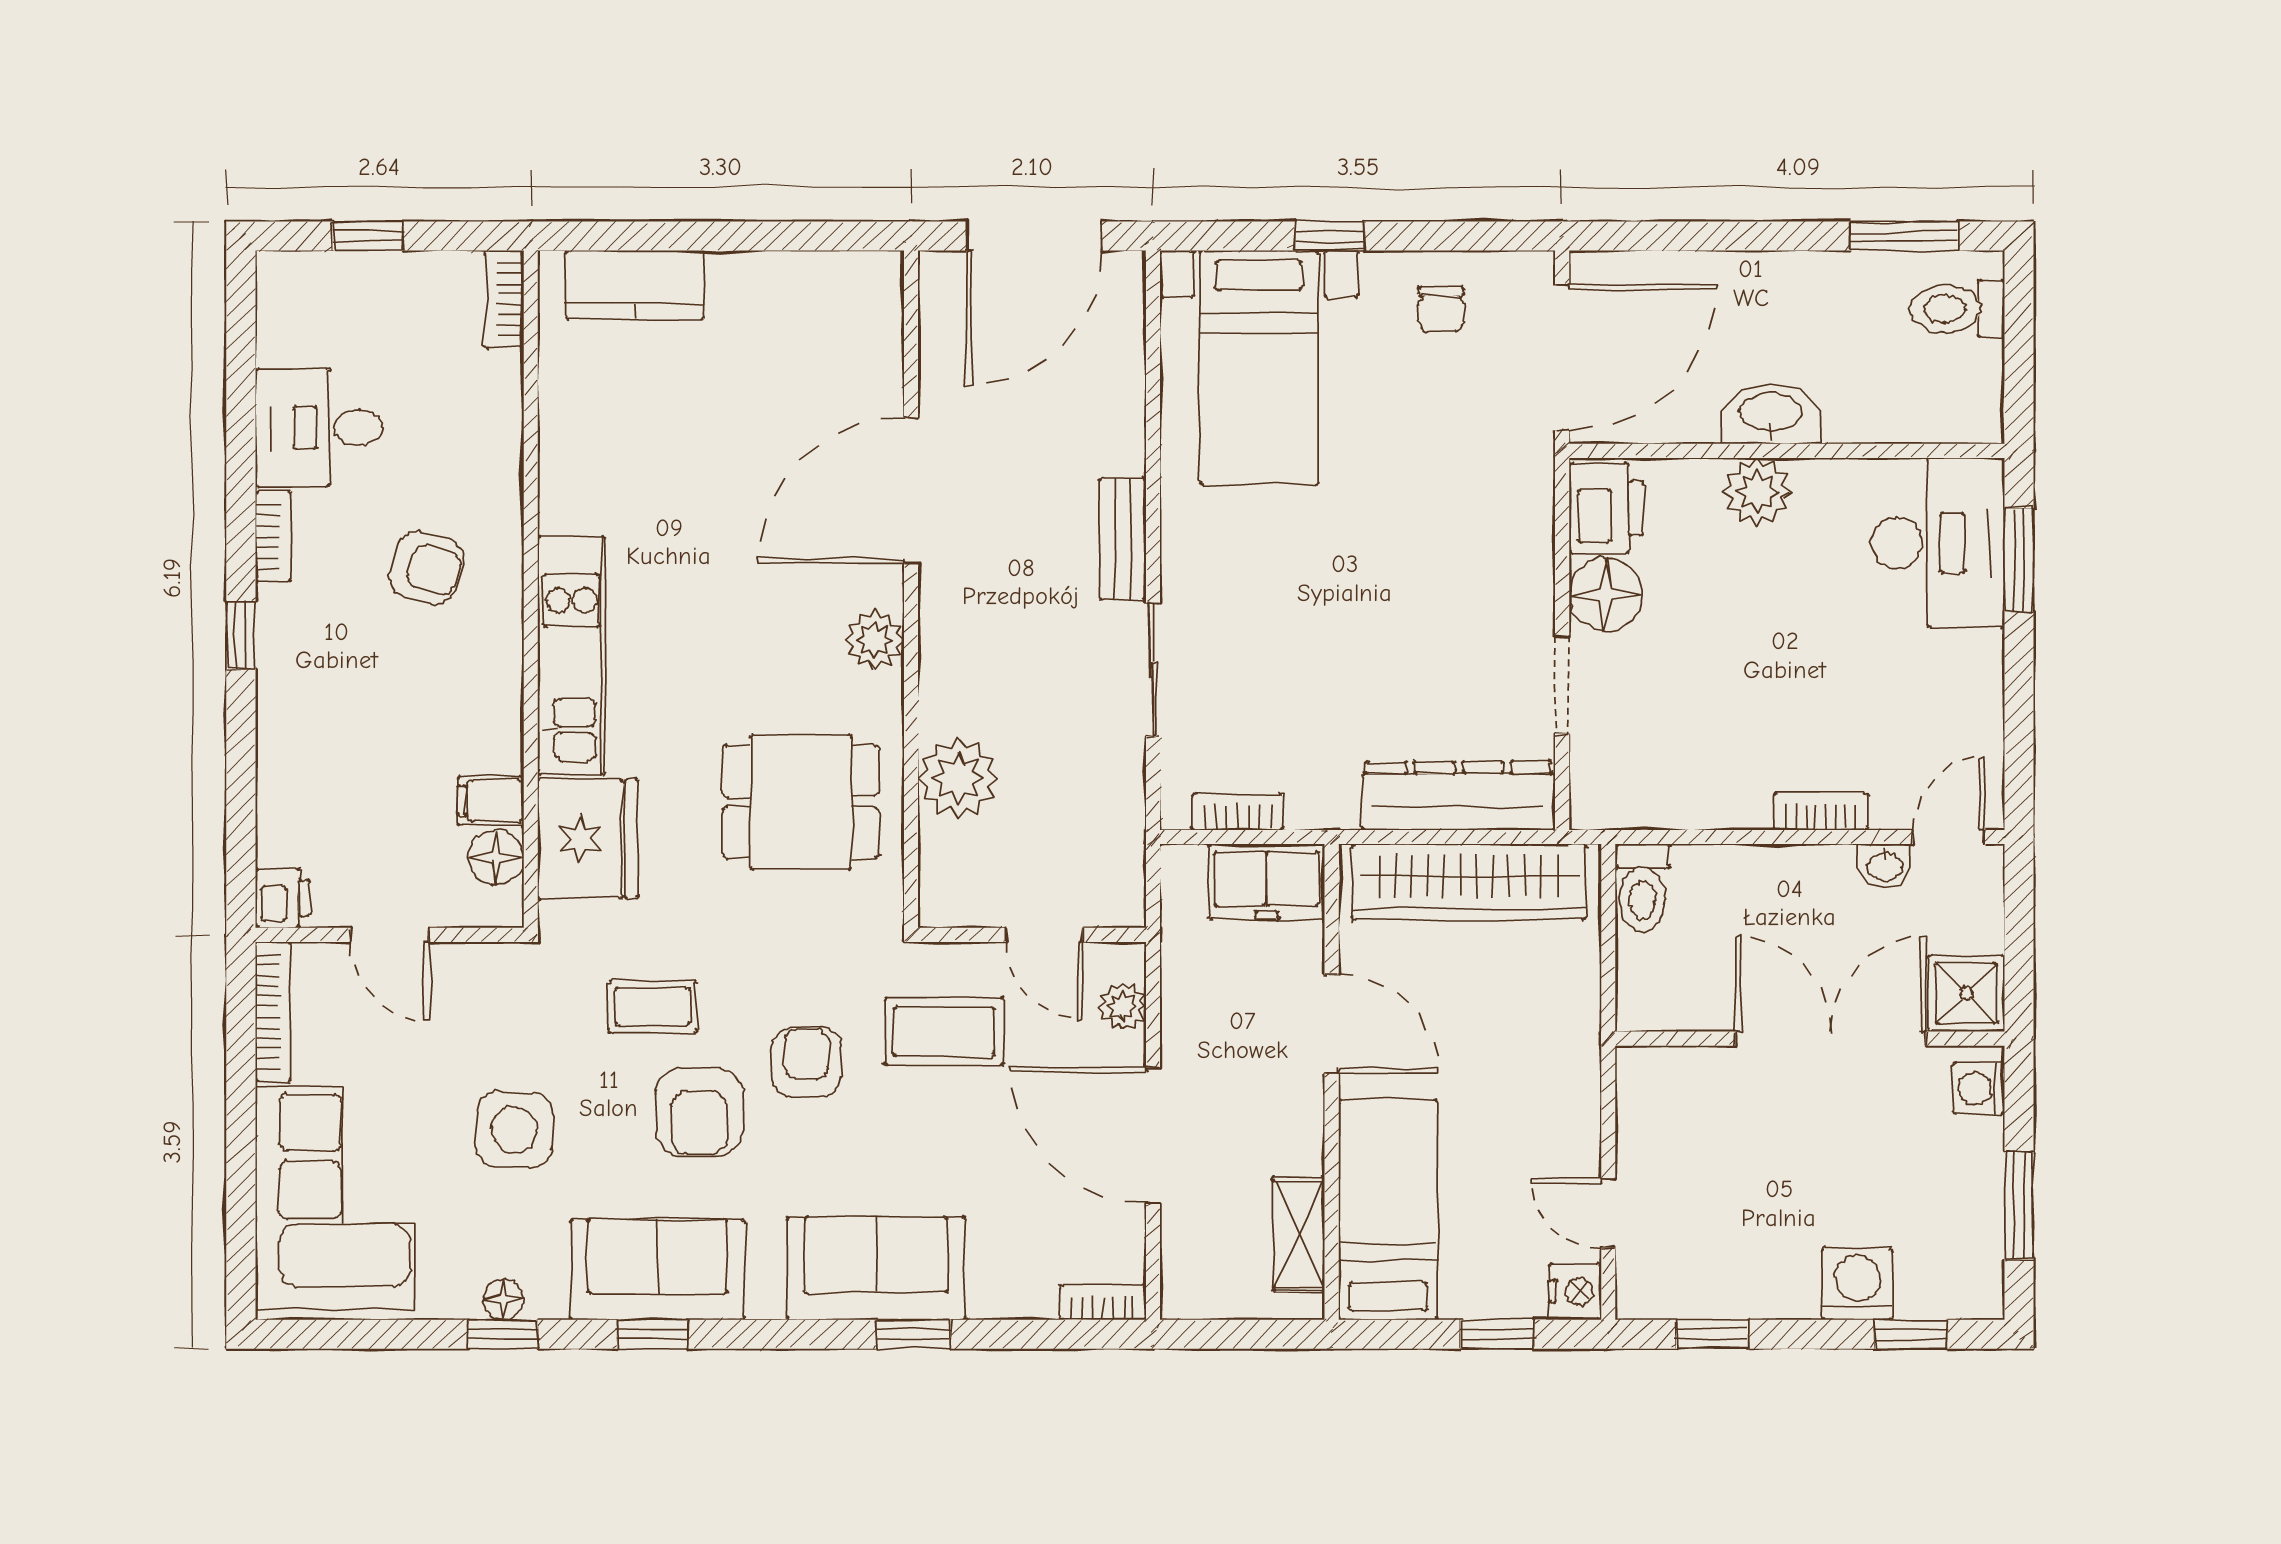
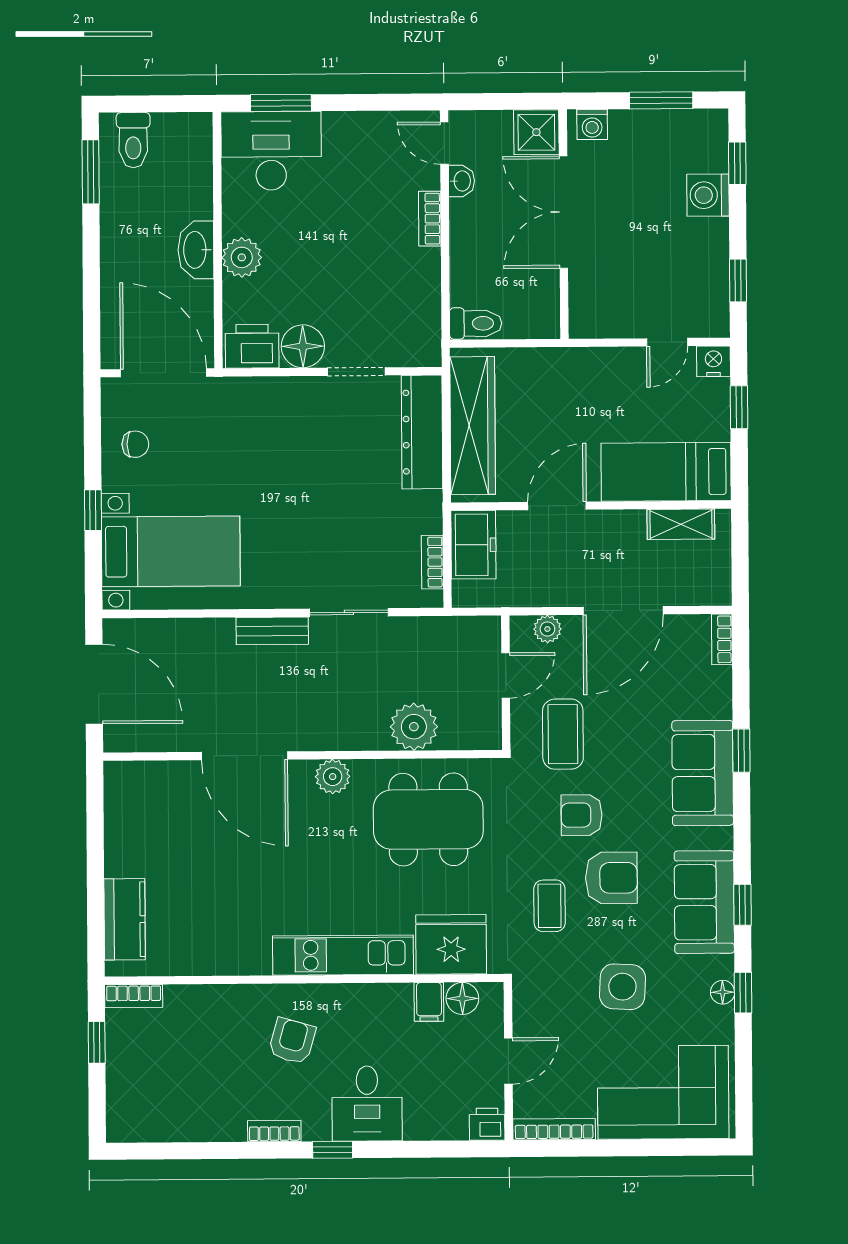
window: (368, 236) -> (97, 1042), moved
desk: (319, 428) -> (367, 1103), moved
dining table: (801, 802) -> (428, 819), width x1.38

